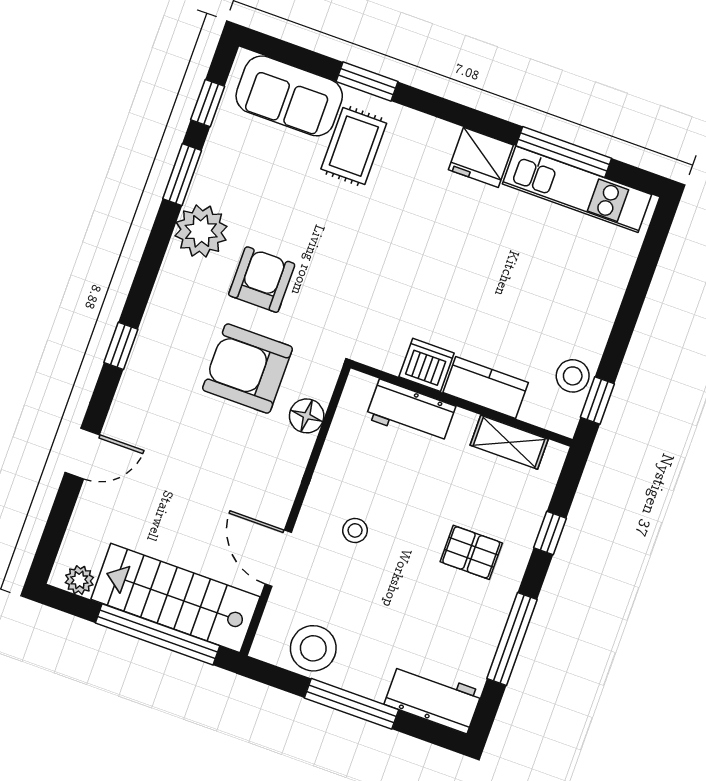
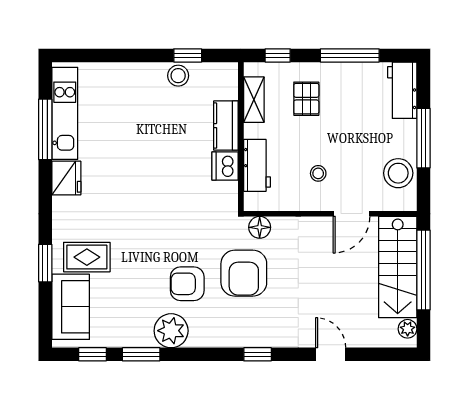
dishwasher: (427, 365) -> (225, 166), moved
kitchen counter: (486, 387) -> (226, 126), moved
wall: (462, 404) -> (241, 137), moved
workbench: (411, 412) -> (257, 165), moved
shelving: (509, 442) -> (254, 100), moved

